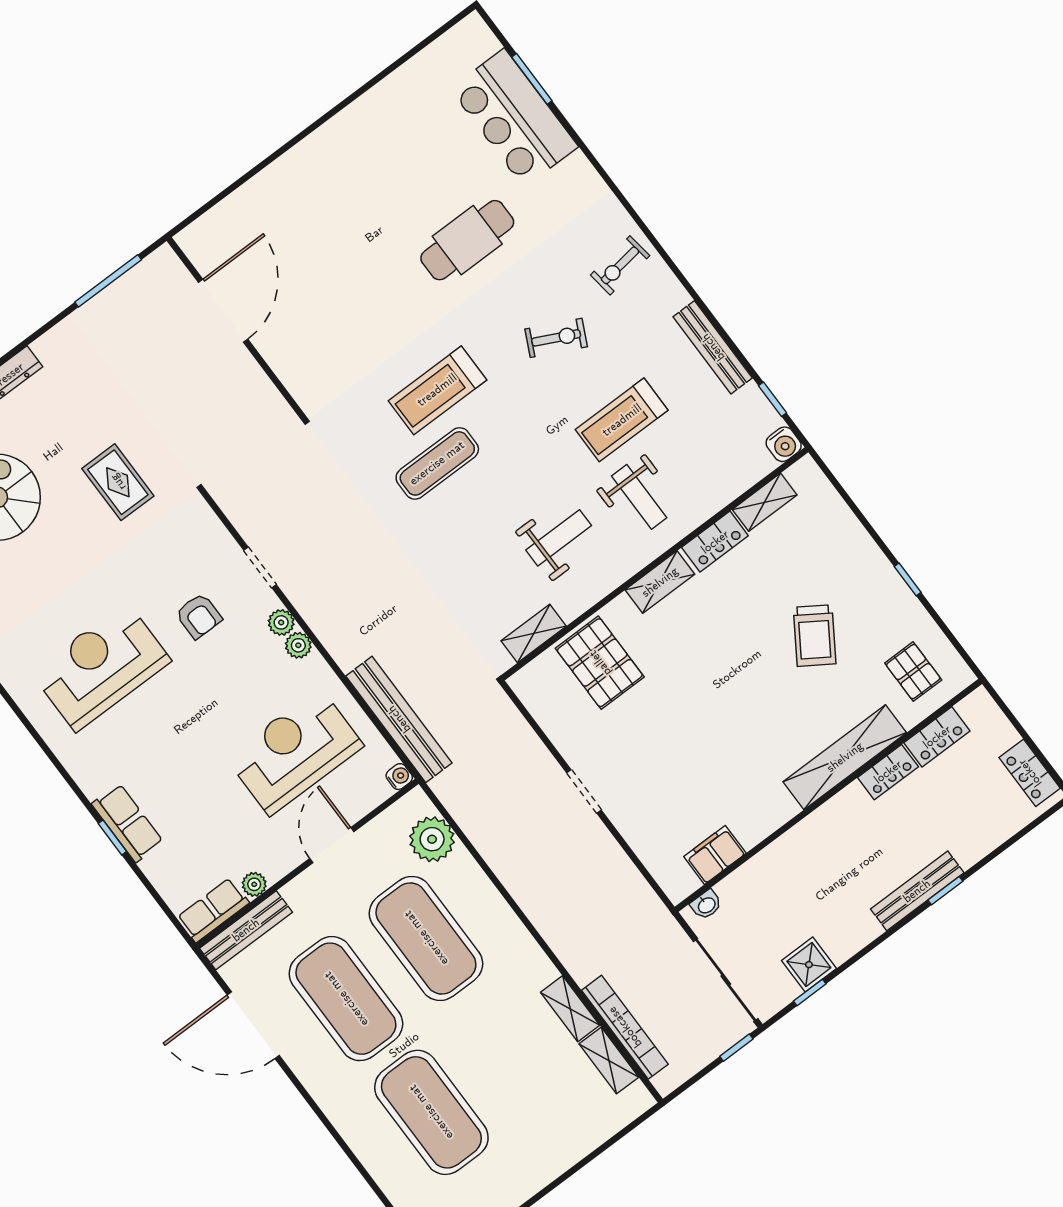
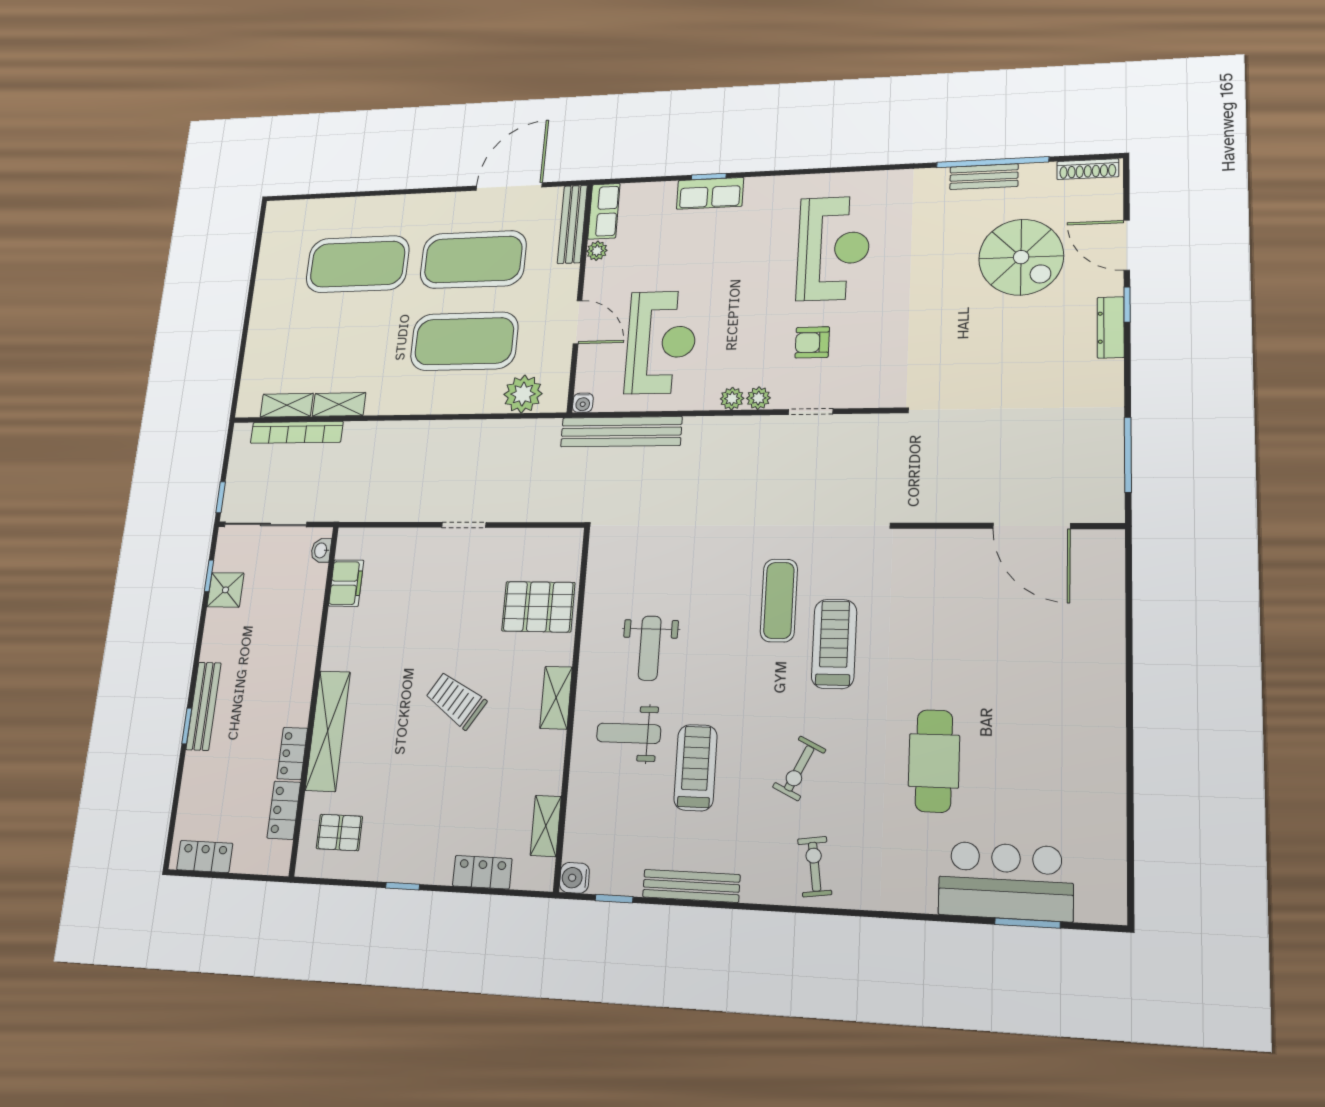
rug: (118, 482) -> (960, 353), removed
locker: (715, 542) -> (482, 872), moved, turned 90
shelving: (534, 633) -> (598, 575), removed
trolley: (815, 636) -> (456, 700), moved

